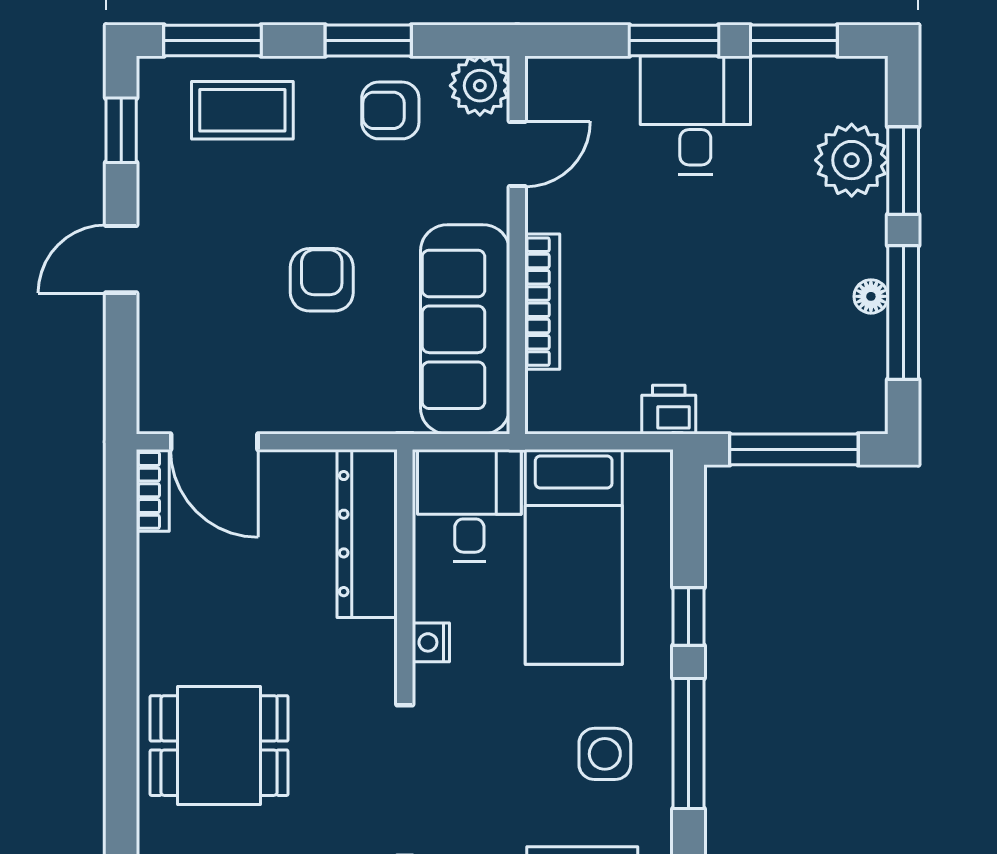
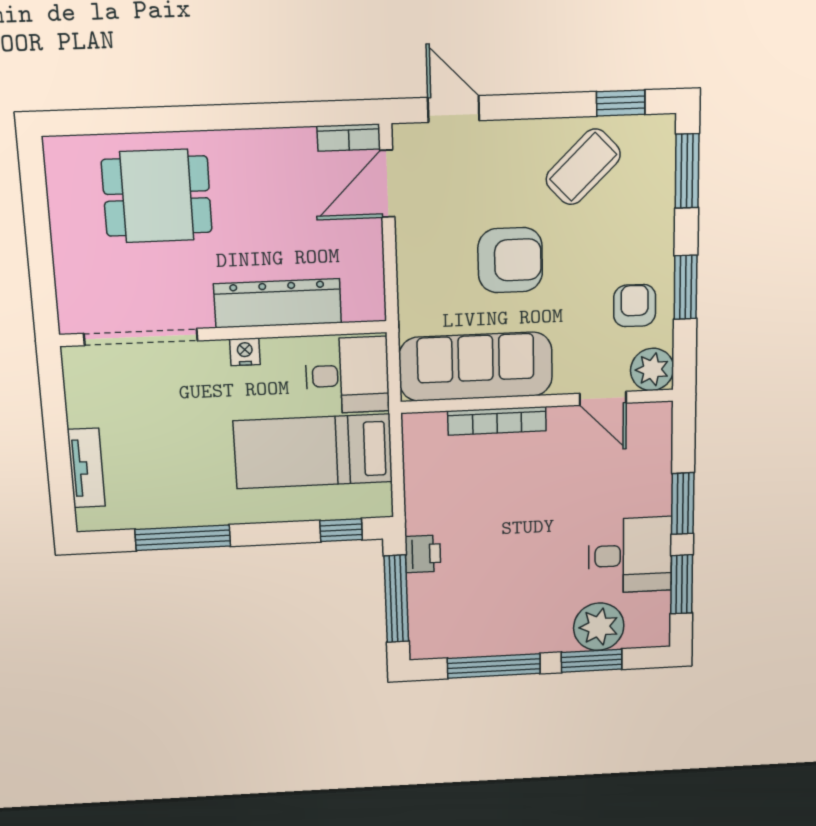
coffee table: (242, 110) -> (583, 167), moved, turned 46
desk: (695, 115) -> (630, 555), moved
door: (121, 259) -> (454, 109), moved
armchair: (322, 280) -> (510, 260), width x1.38, depth x1.38
floor lamp: (871, 296) -> (505, 644), removed
printer: (669, 410) -> (423, 554), moved
dresser: (367, 534) -> (278, 303), moved
window: (688, 617) -> (341, 530), moved
dining table: (219, 746) -> (157, 196), turned 90
side table: (605, 754) -> (171, 480), removed

